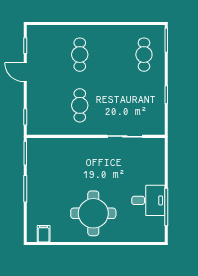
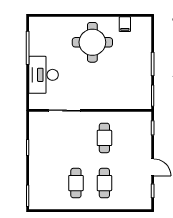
cafe table: (144, 55) -> (76, 183), moved
desk: (148, 200) -> (44, 75), moved, width x1.37
filing cabinet: (44, 234) -> (125, 24), moved

